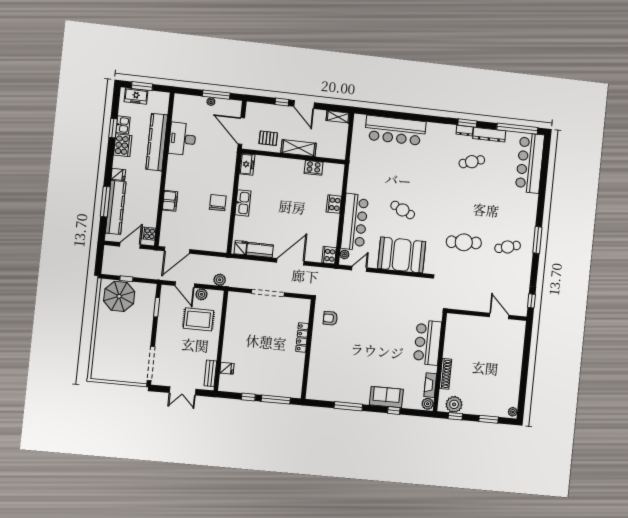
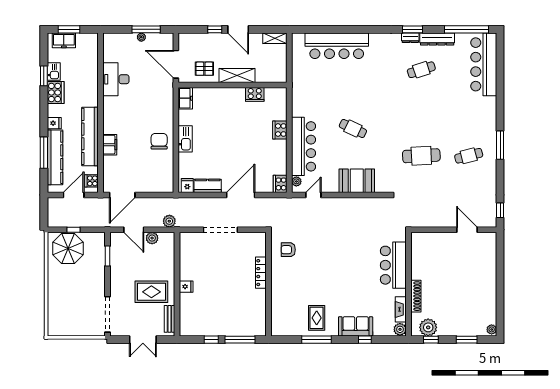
kitchen counter: (157, 142) -> (90, 136), moved
booth: (402, 255) -> (357, 181), width x0.73, depth x0.70
rug: (199, 319) -> (151, 292), moved
fridge: (227, 368) -> (186, 287), moved
rug: (350, 386) -> (317, 318), added

